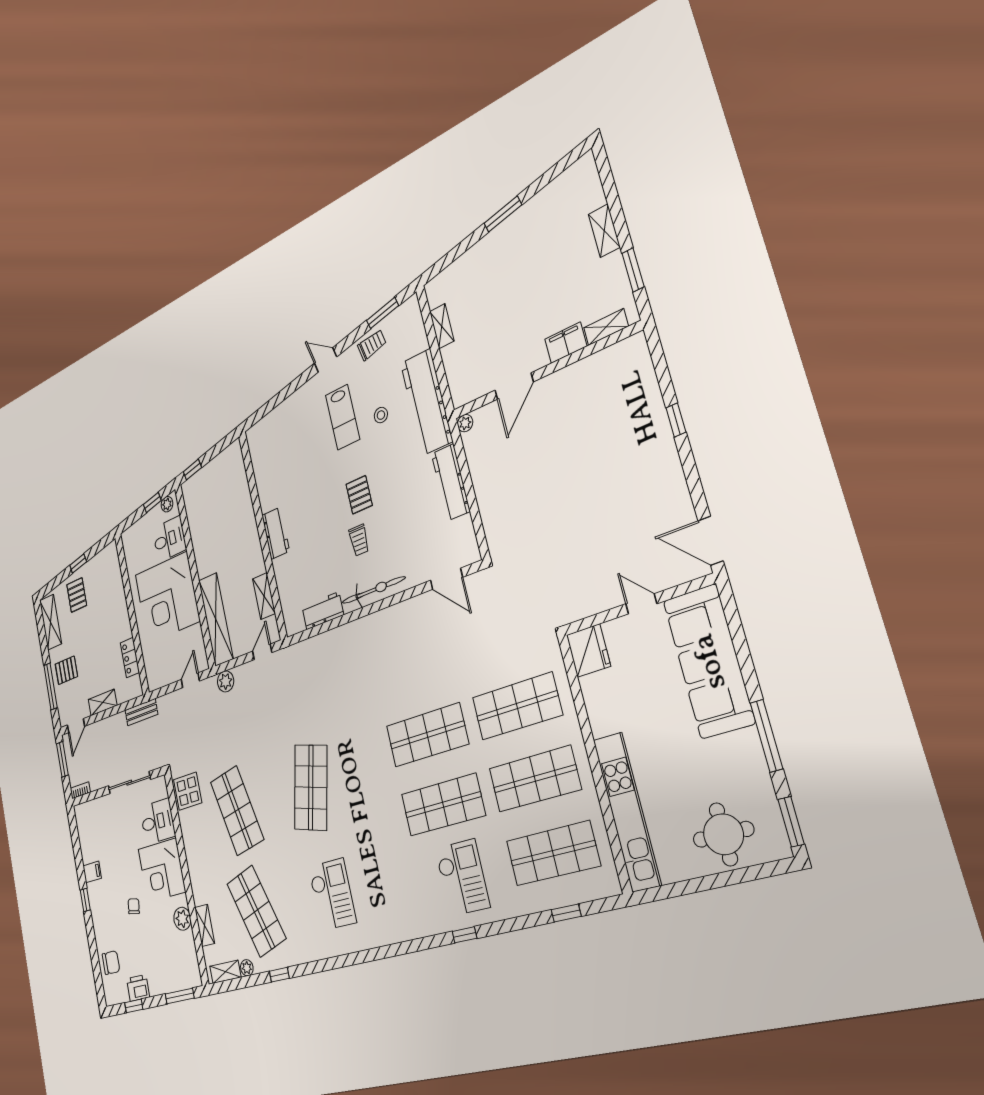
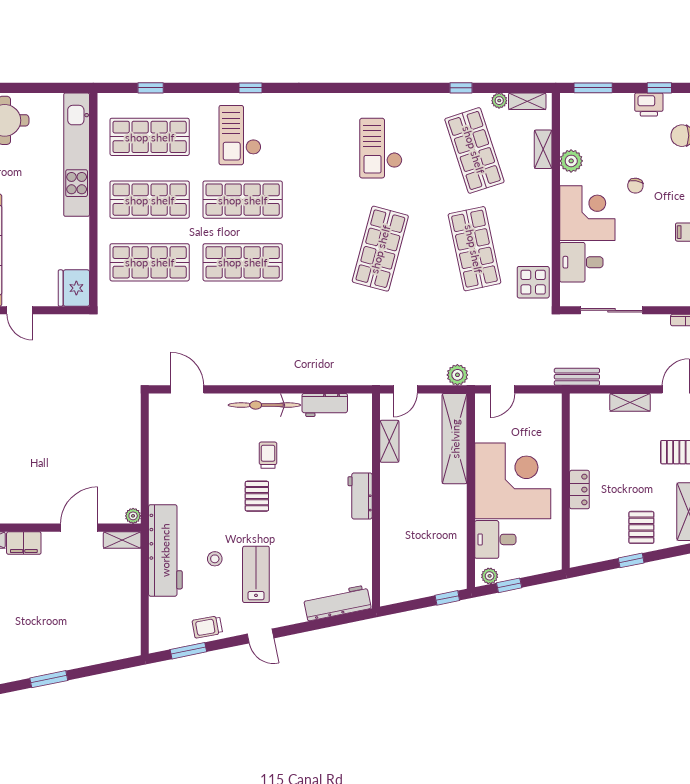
shelving: (442, 326) -> (122, 540), moved, turned 90
workbench: (451, 482) -> (337, 603), moved, turned -102
locker: (130, 658) -> (579, 490), moved

